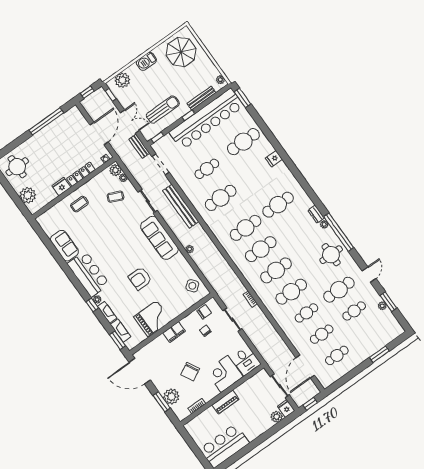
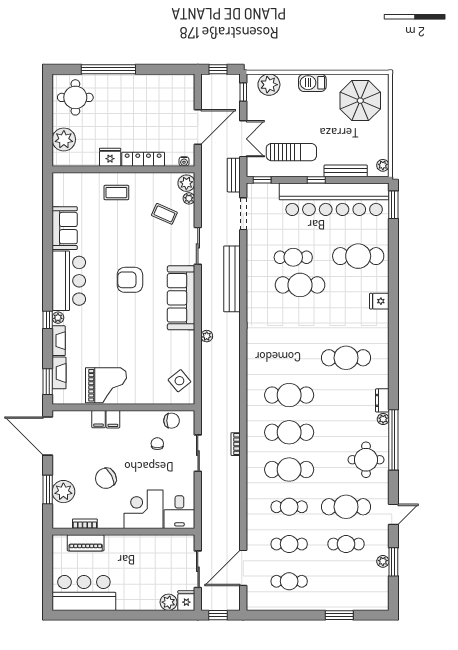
window: (46, 121) -> (108, 69), moved
cafe table: (221, 198) -> (300, 285), moved
cafe table: (246, 228) -> (289, 358), removed
armchair: (140, 278) -> (130, 280), moved
filing cabinet: (178, 329) -> (98, 419), moved
piano: (225, 402) -> (86, 543), moved

